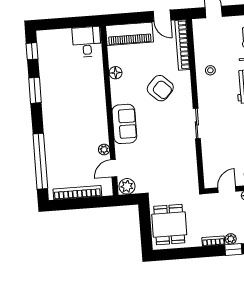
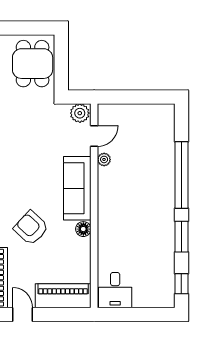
floor lamp: (116, 73) -> (83, 229), moved
sofa: (124, 124) -> (77, 188), width x1.36
window: (40, 161) -> (181, 175), moved
bookcase: (77, 193) -> (140, 110), removed

